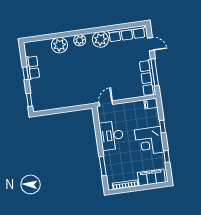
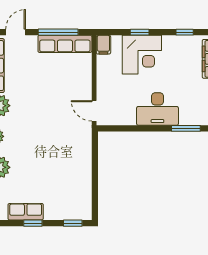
desk: (112, 136) -> (157, 109), moved
corner desk: (149, 141) -> (142, 55), moved

